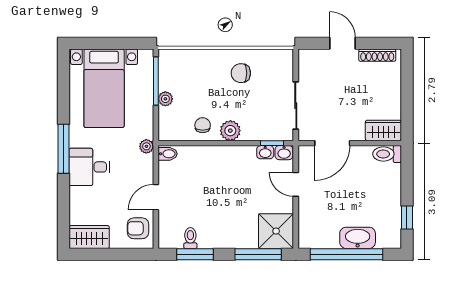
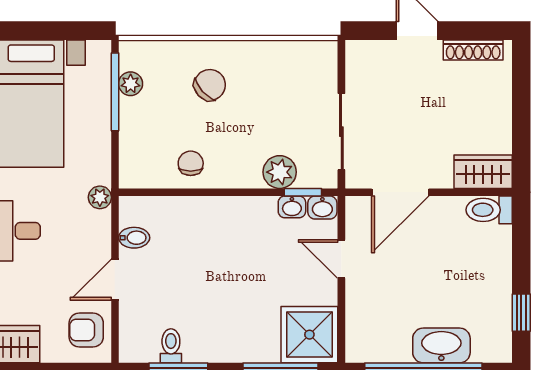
chair: (241, 73) -> (210, 85), moved, turned 138
plant: (165, 99) -> (131, 84), moved
plant: (230, 131) -> (280, 172), moved
bidet: (168, 154) -> (134, 238), moved

